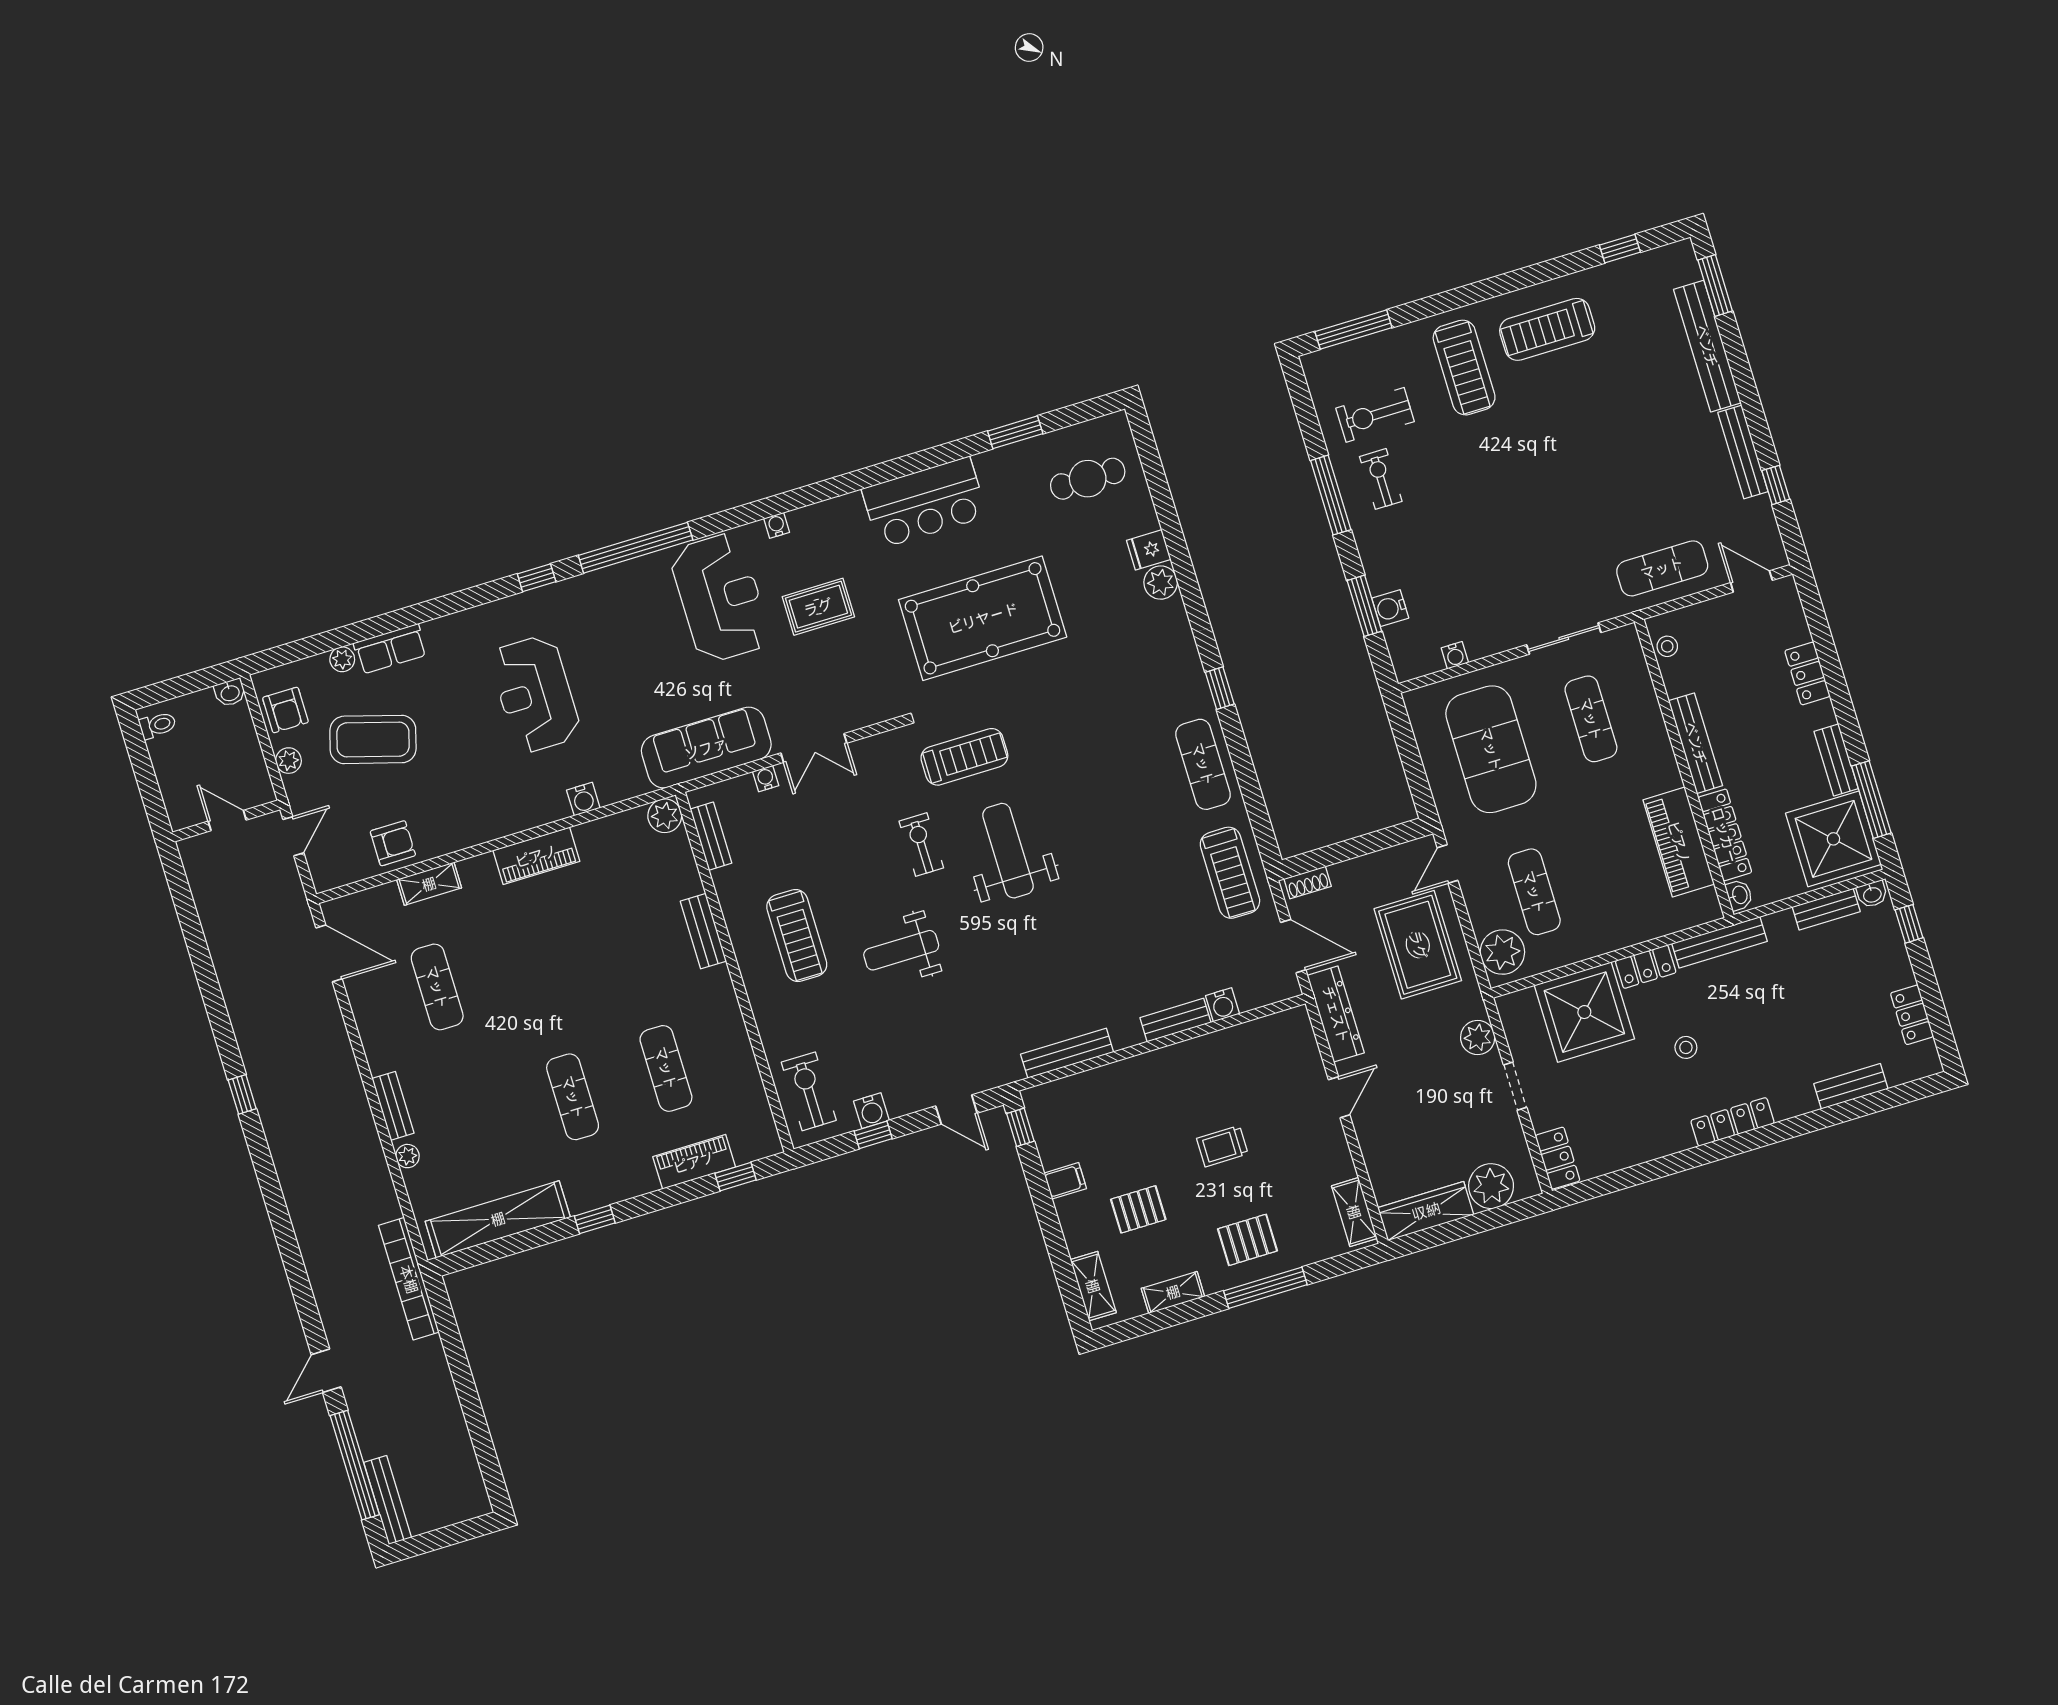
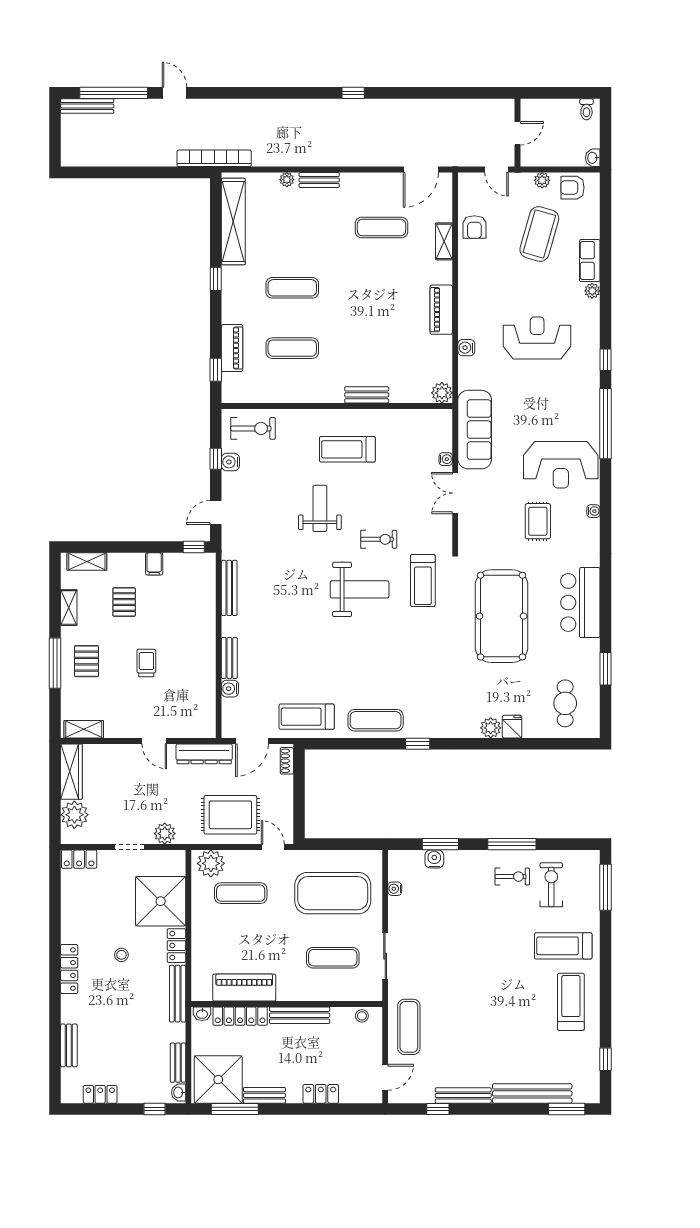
plant: (342, 659) -> (592, 291), moved
bench: (711, 836) -> (421, 416), removed

